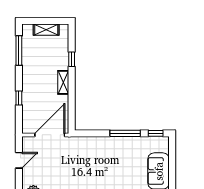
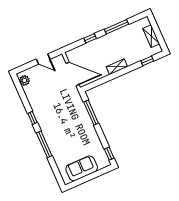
window: (19, 50) -> (117, 27), moved
window: (72, 59) -> (147, 61), moved
window: (125, 133) -> (91, 113), moved

